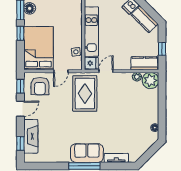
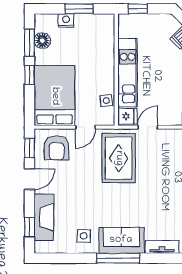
side table: (60, 150) -> (84, 236), added

